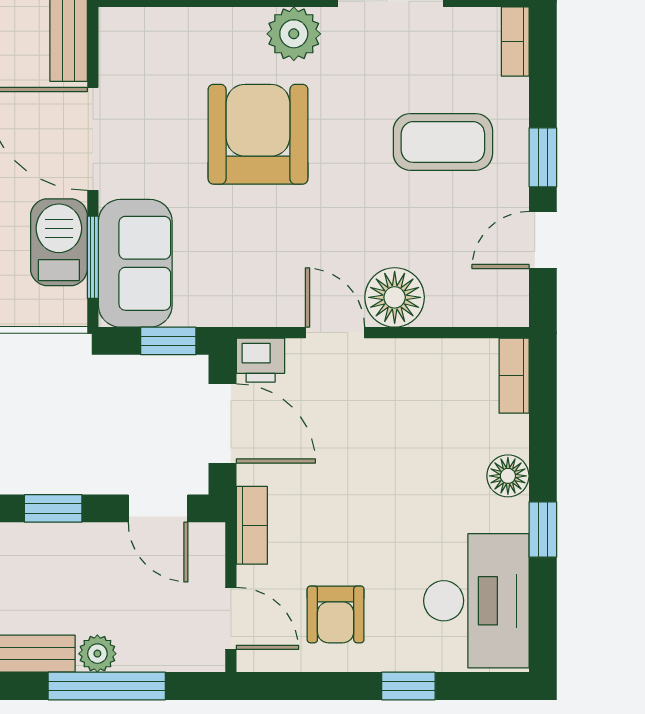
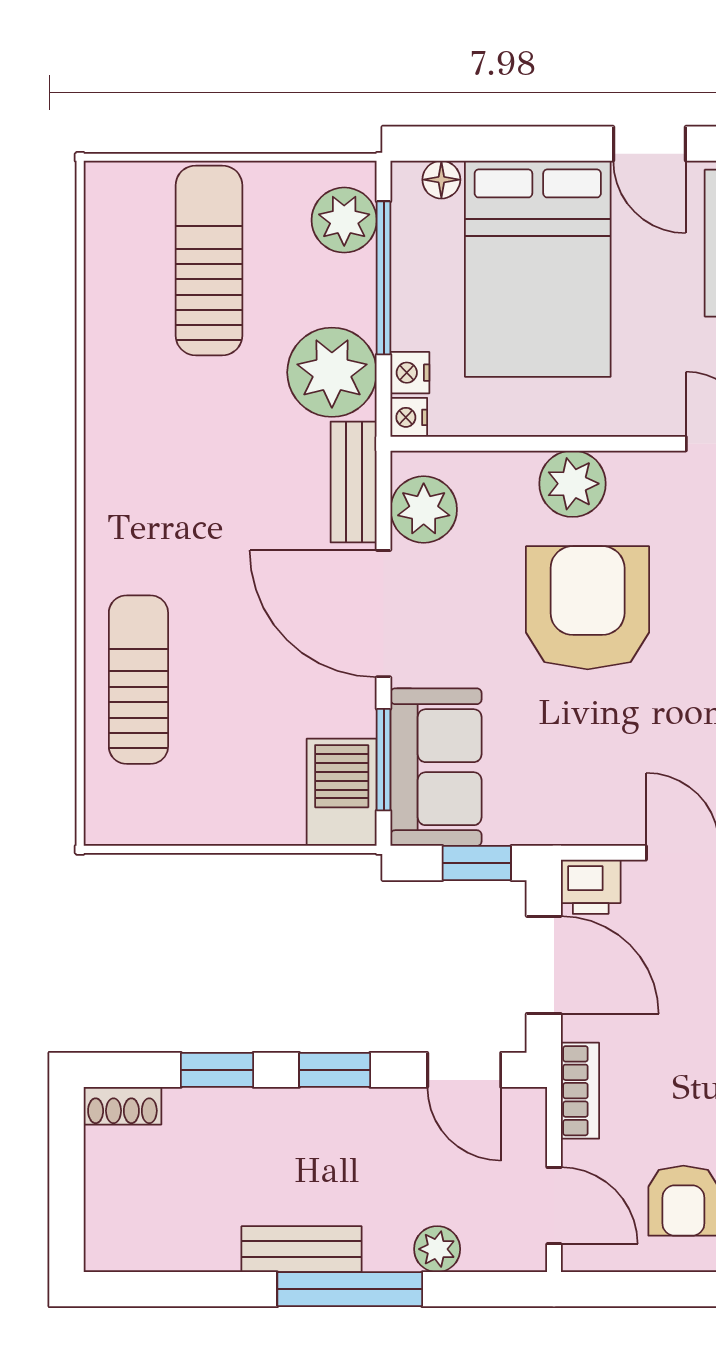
plant: (294, 34) -> (573, 484), moved
plant: (125, 55) -> (424, 510), added
barbecue: (59, 242) -> (342, 792), moved
plant: (97, 654) -> (437, 1249), moved
window: (107, 686) -> (350, 1289), moved

